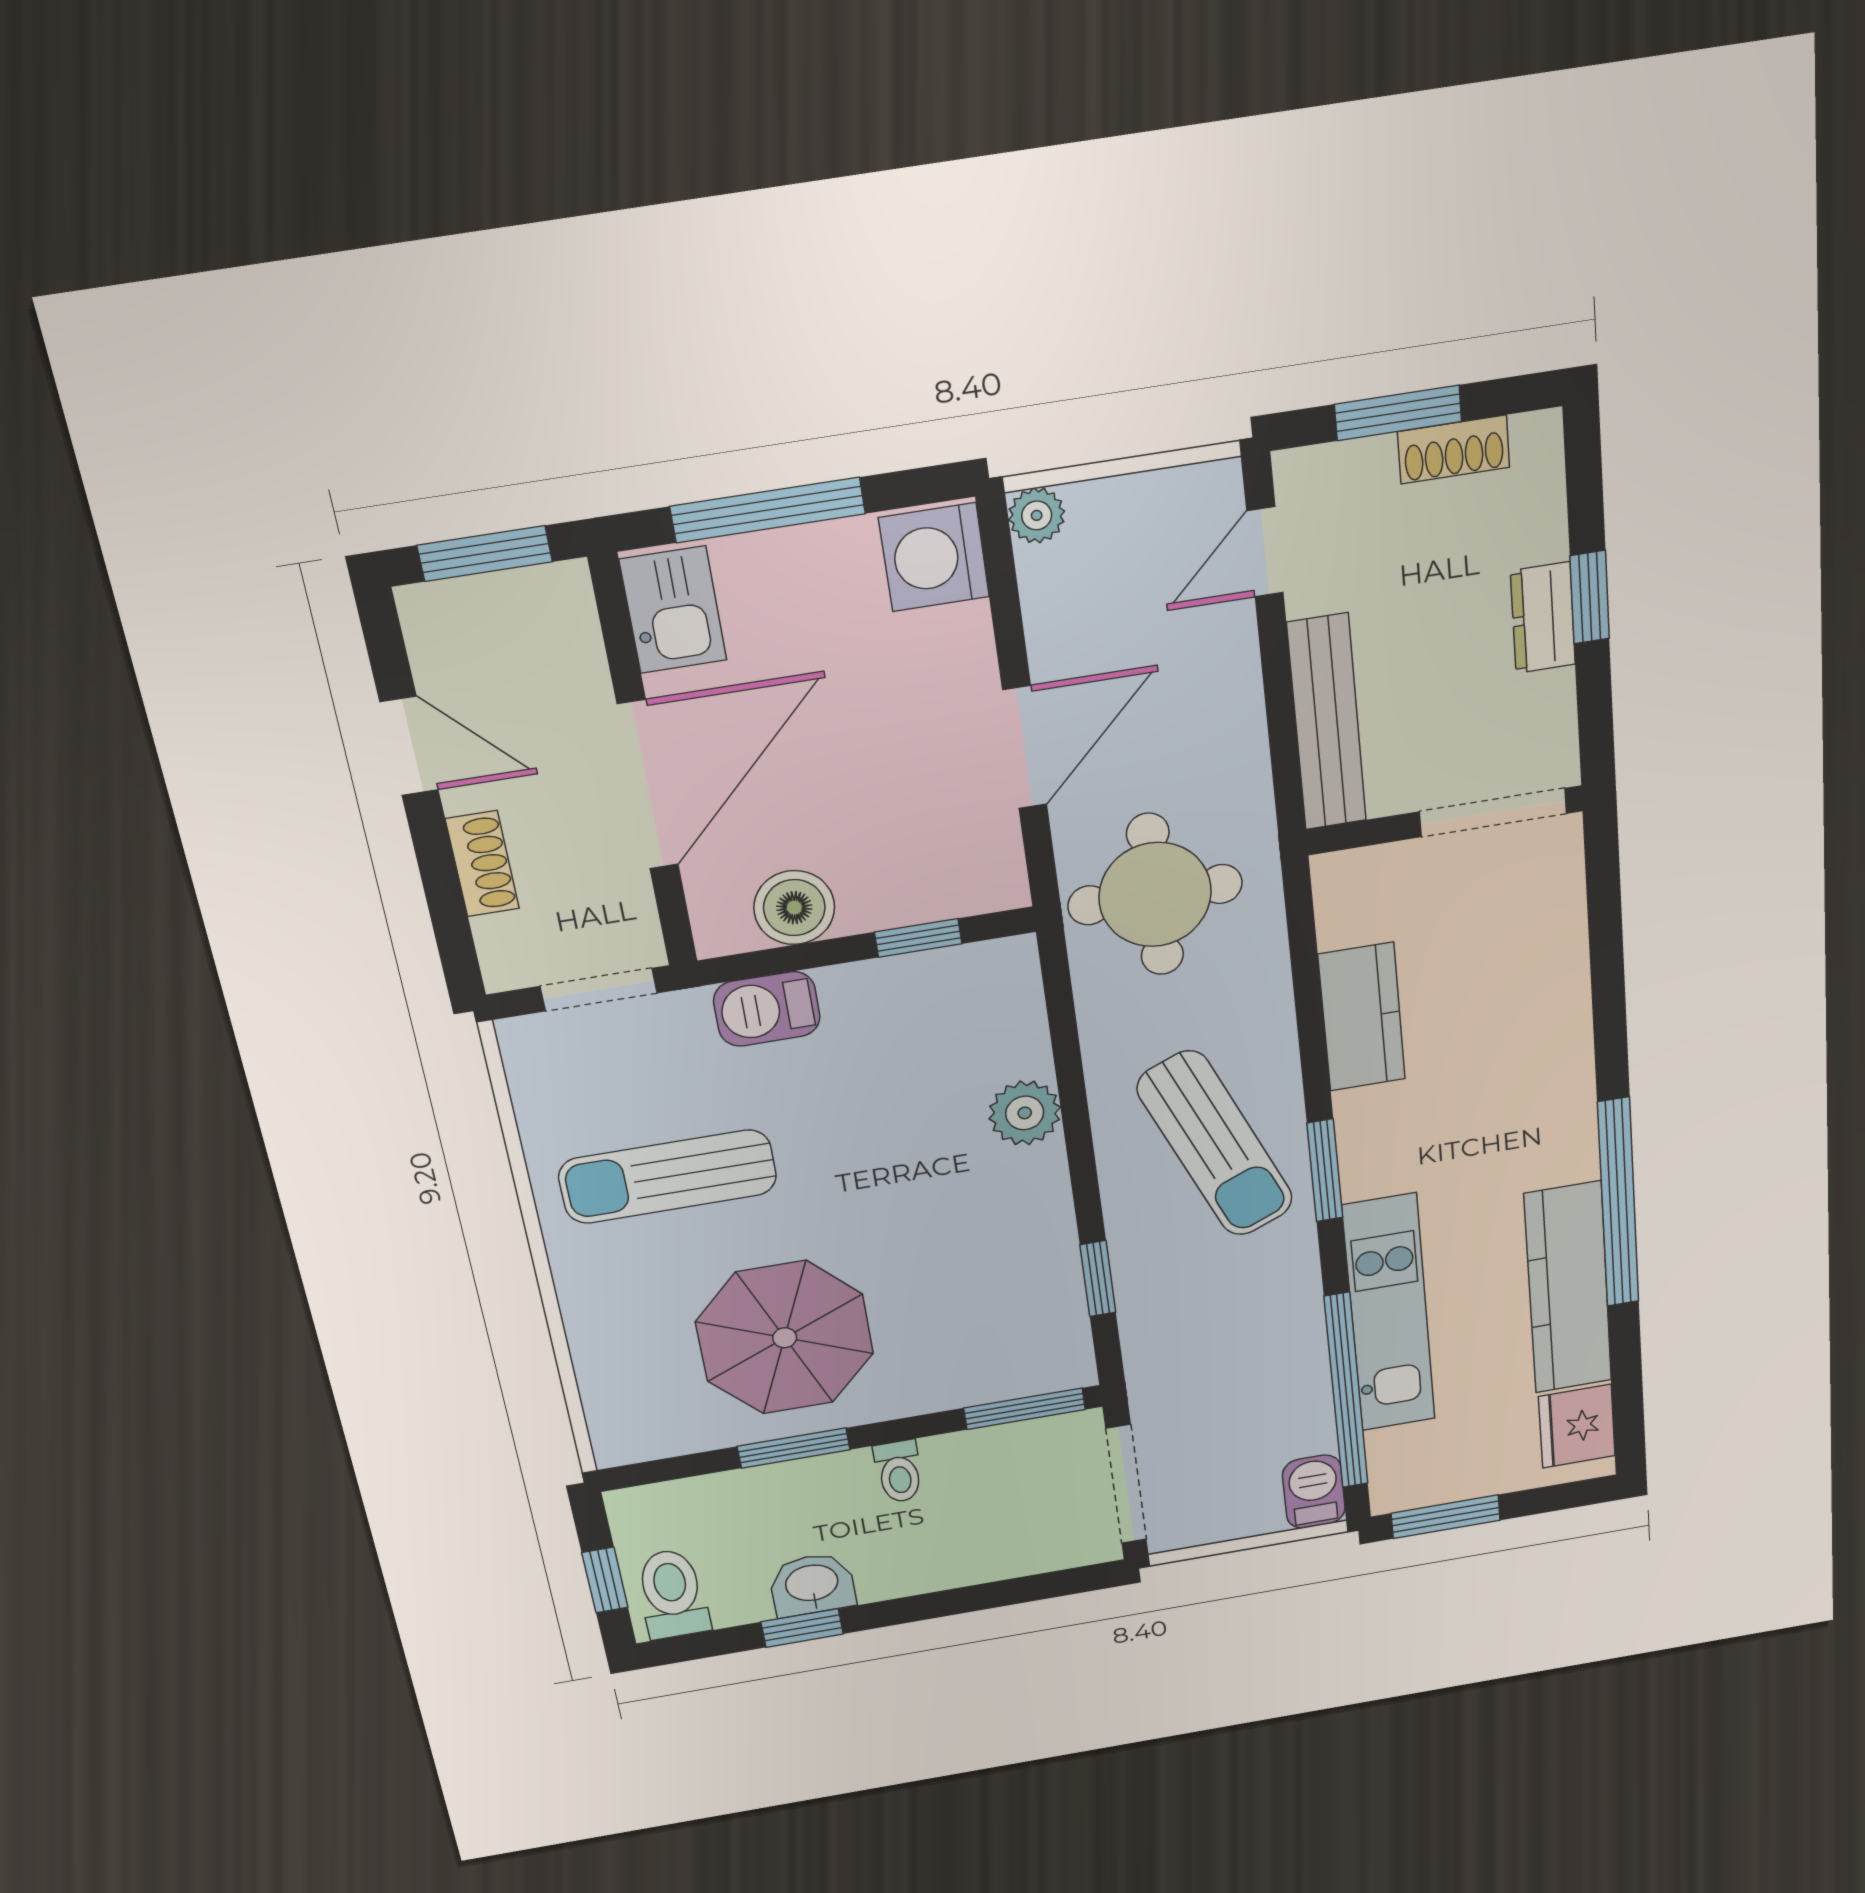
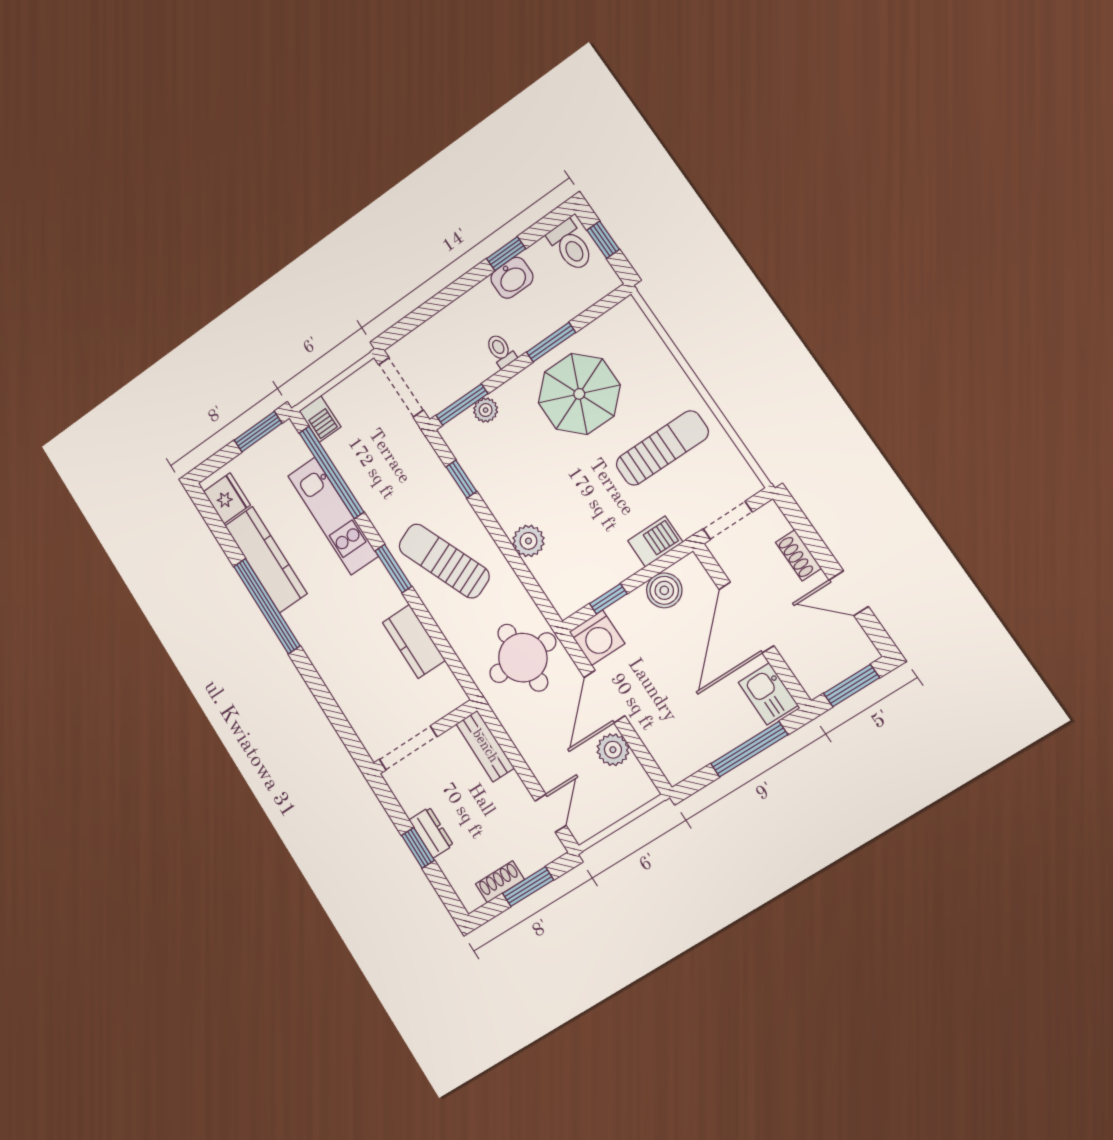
plant: (1037, 515) -> (613, 750), moved, width x1.38, depth x1.38
washing machine: (934, 557) -> (597, 638), moved, turned 90
bench: (1327, 723) -> (485, 746), width x0.73
plant: (984, 1381) -> (486, 410), added

